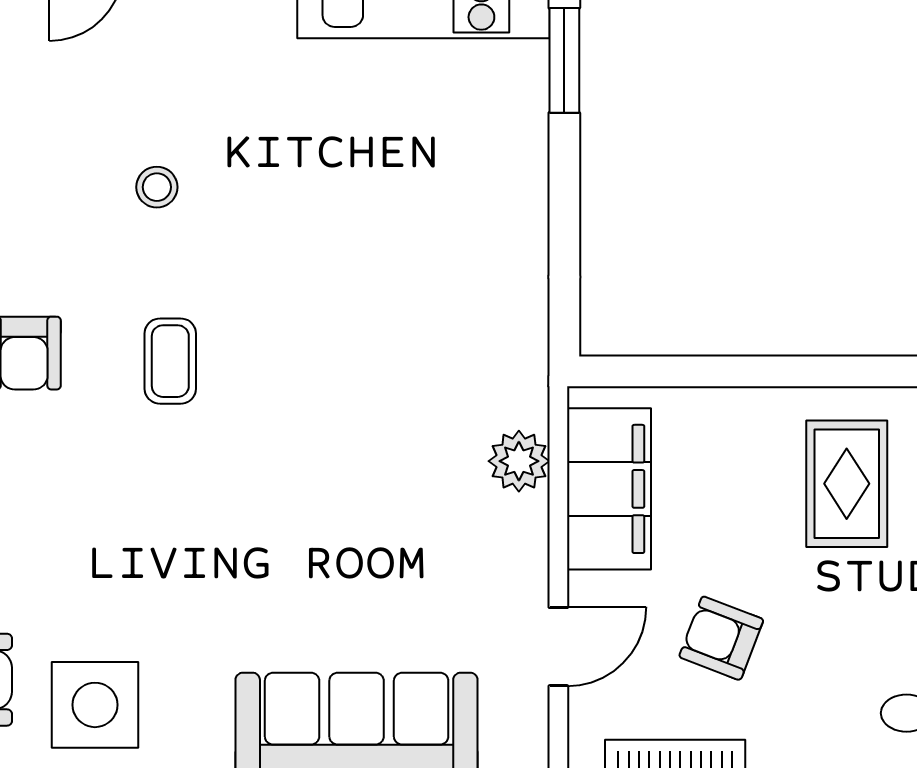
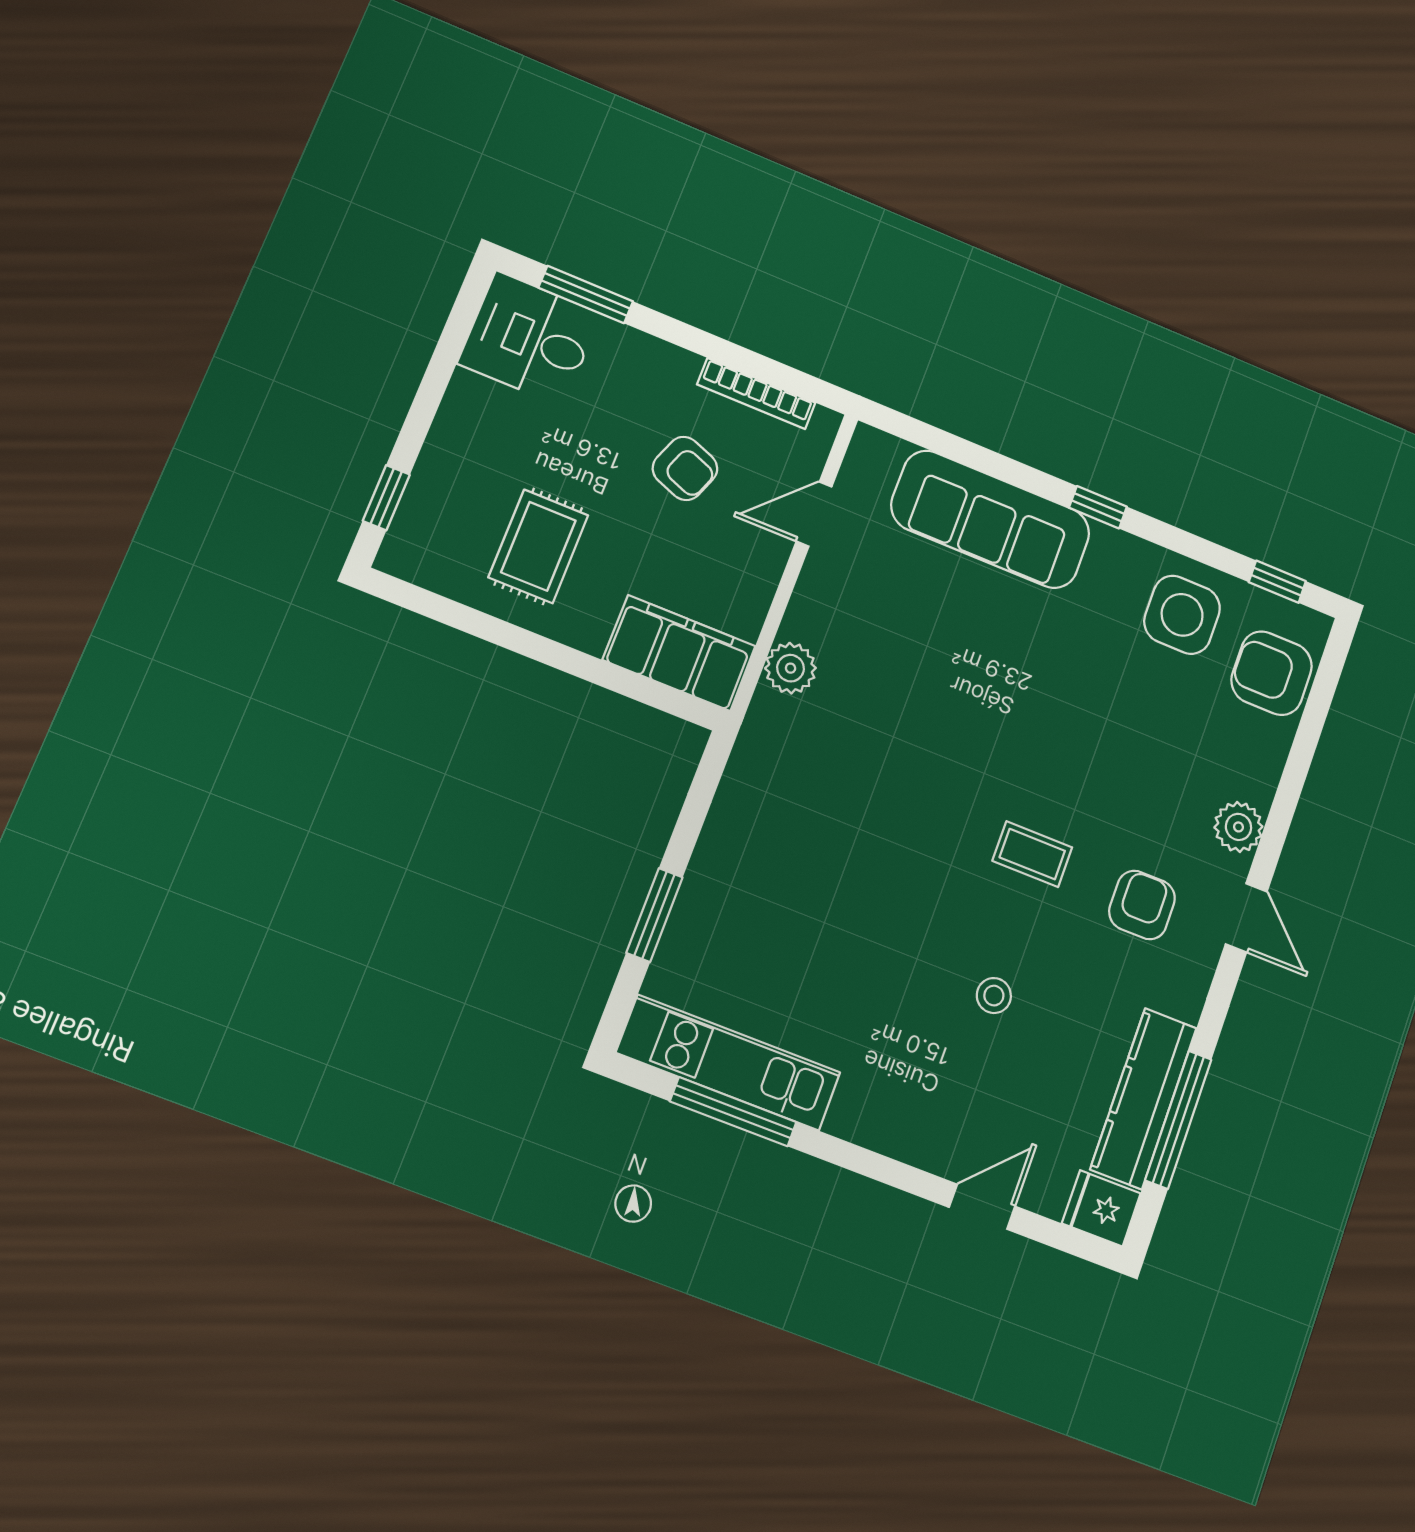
window: (564, 60) -> (654, 915), moved
coffee table: (170, 361) -> (1032, 854), turned 90
filing cabinet: (609, 489) -> (679, 653), moved, turned 90

